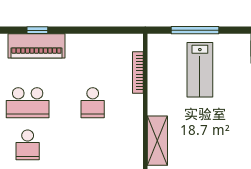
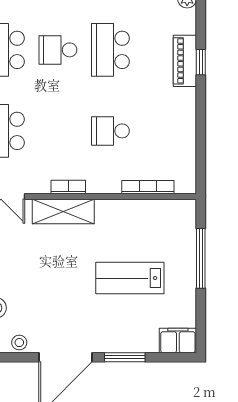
piano: (36, 46) -> (185, 61), width x0.73, depth x0.75
lab bench: (200, 70) -> (130, 278), moved
bookcase: (138, 137) -> (68, 187), added

